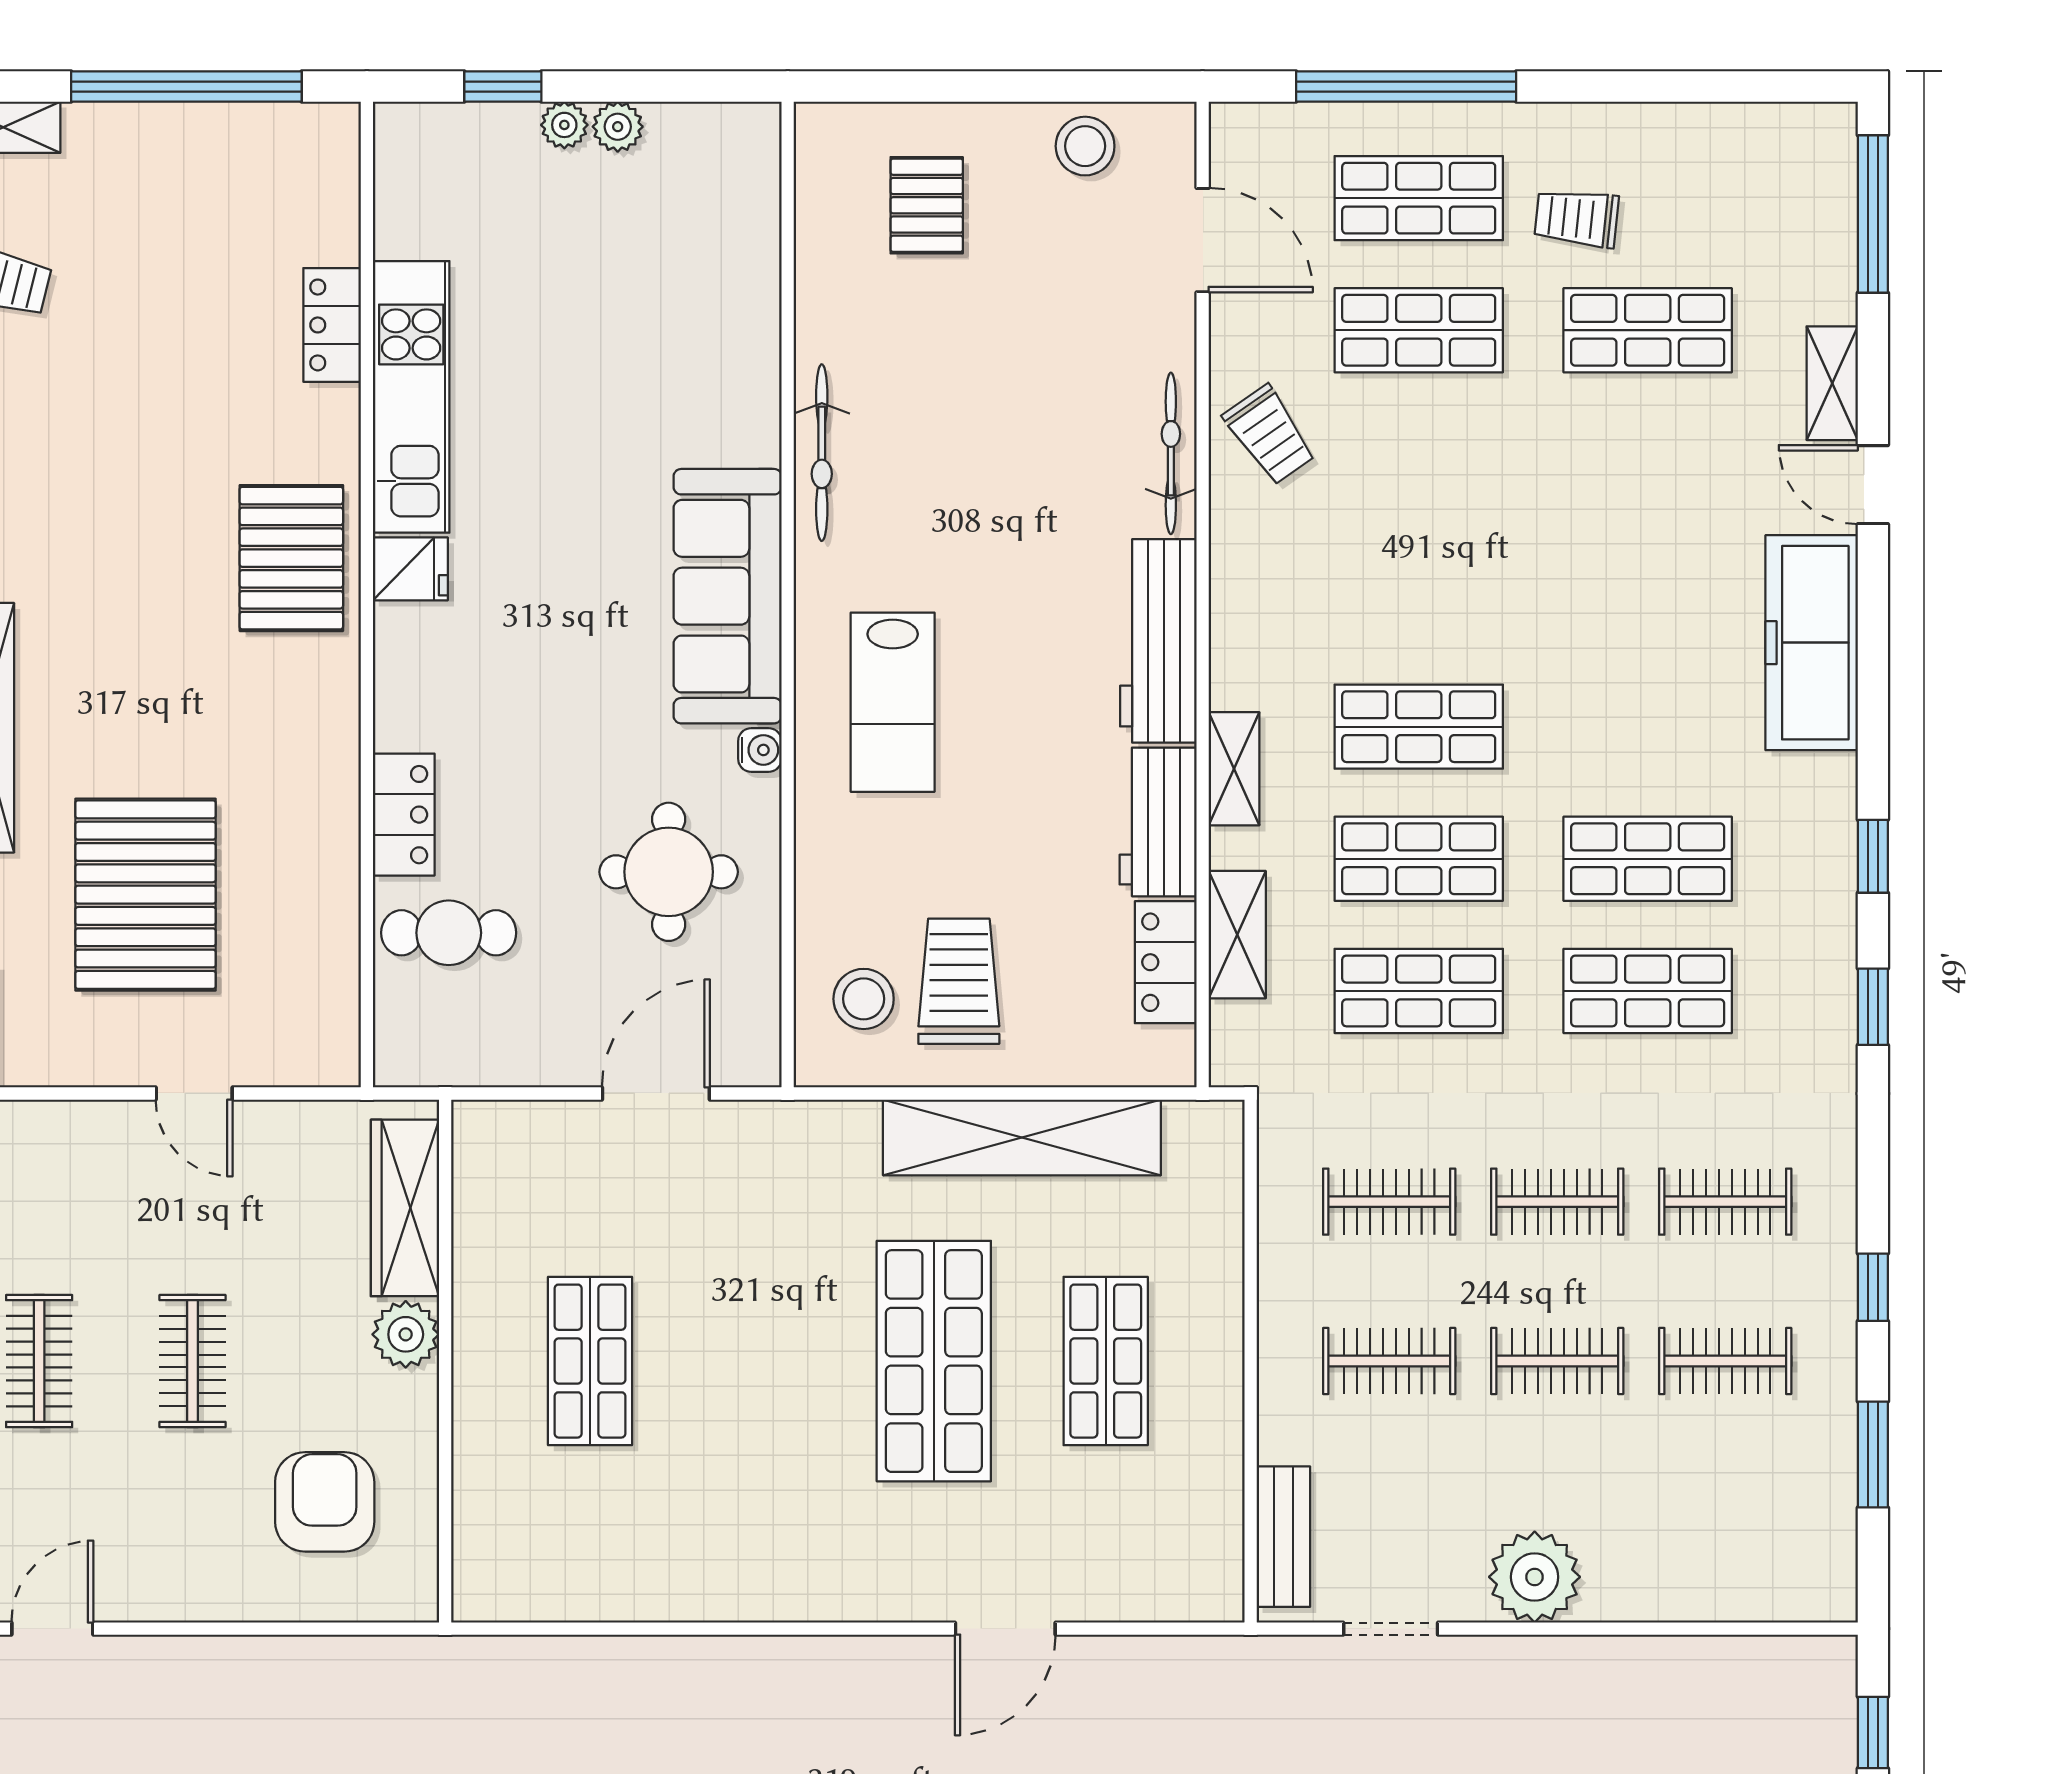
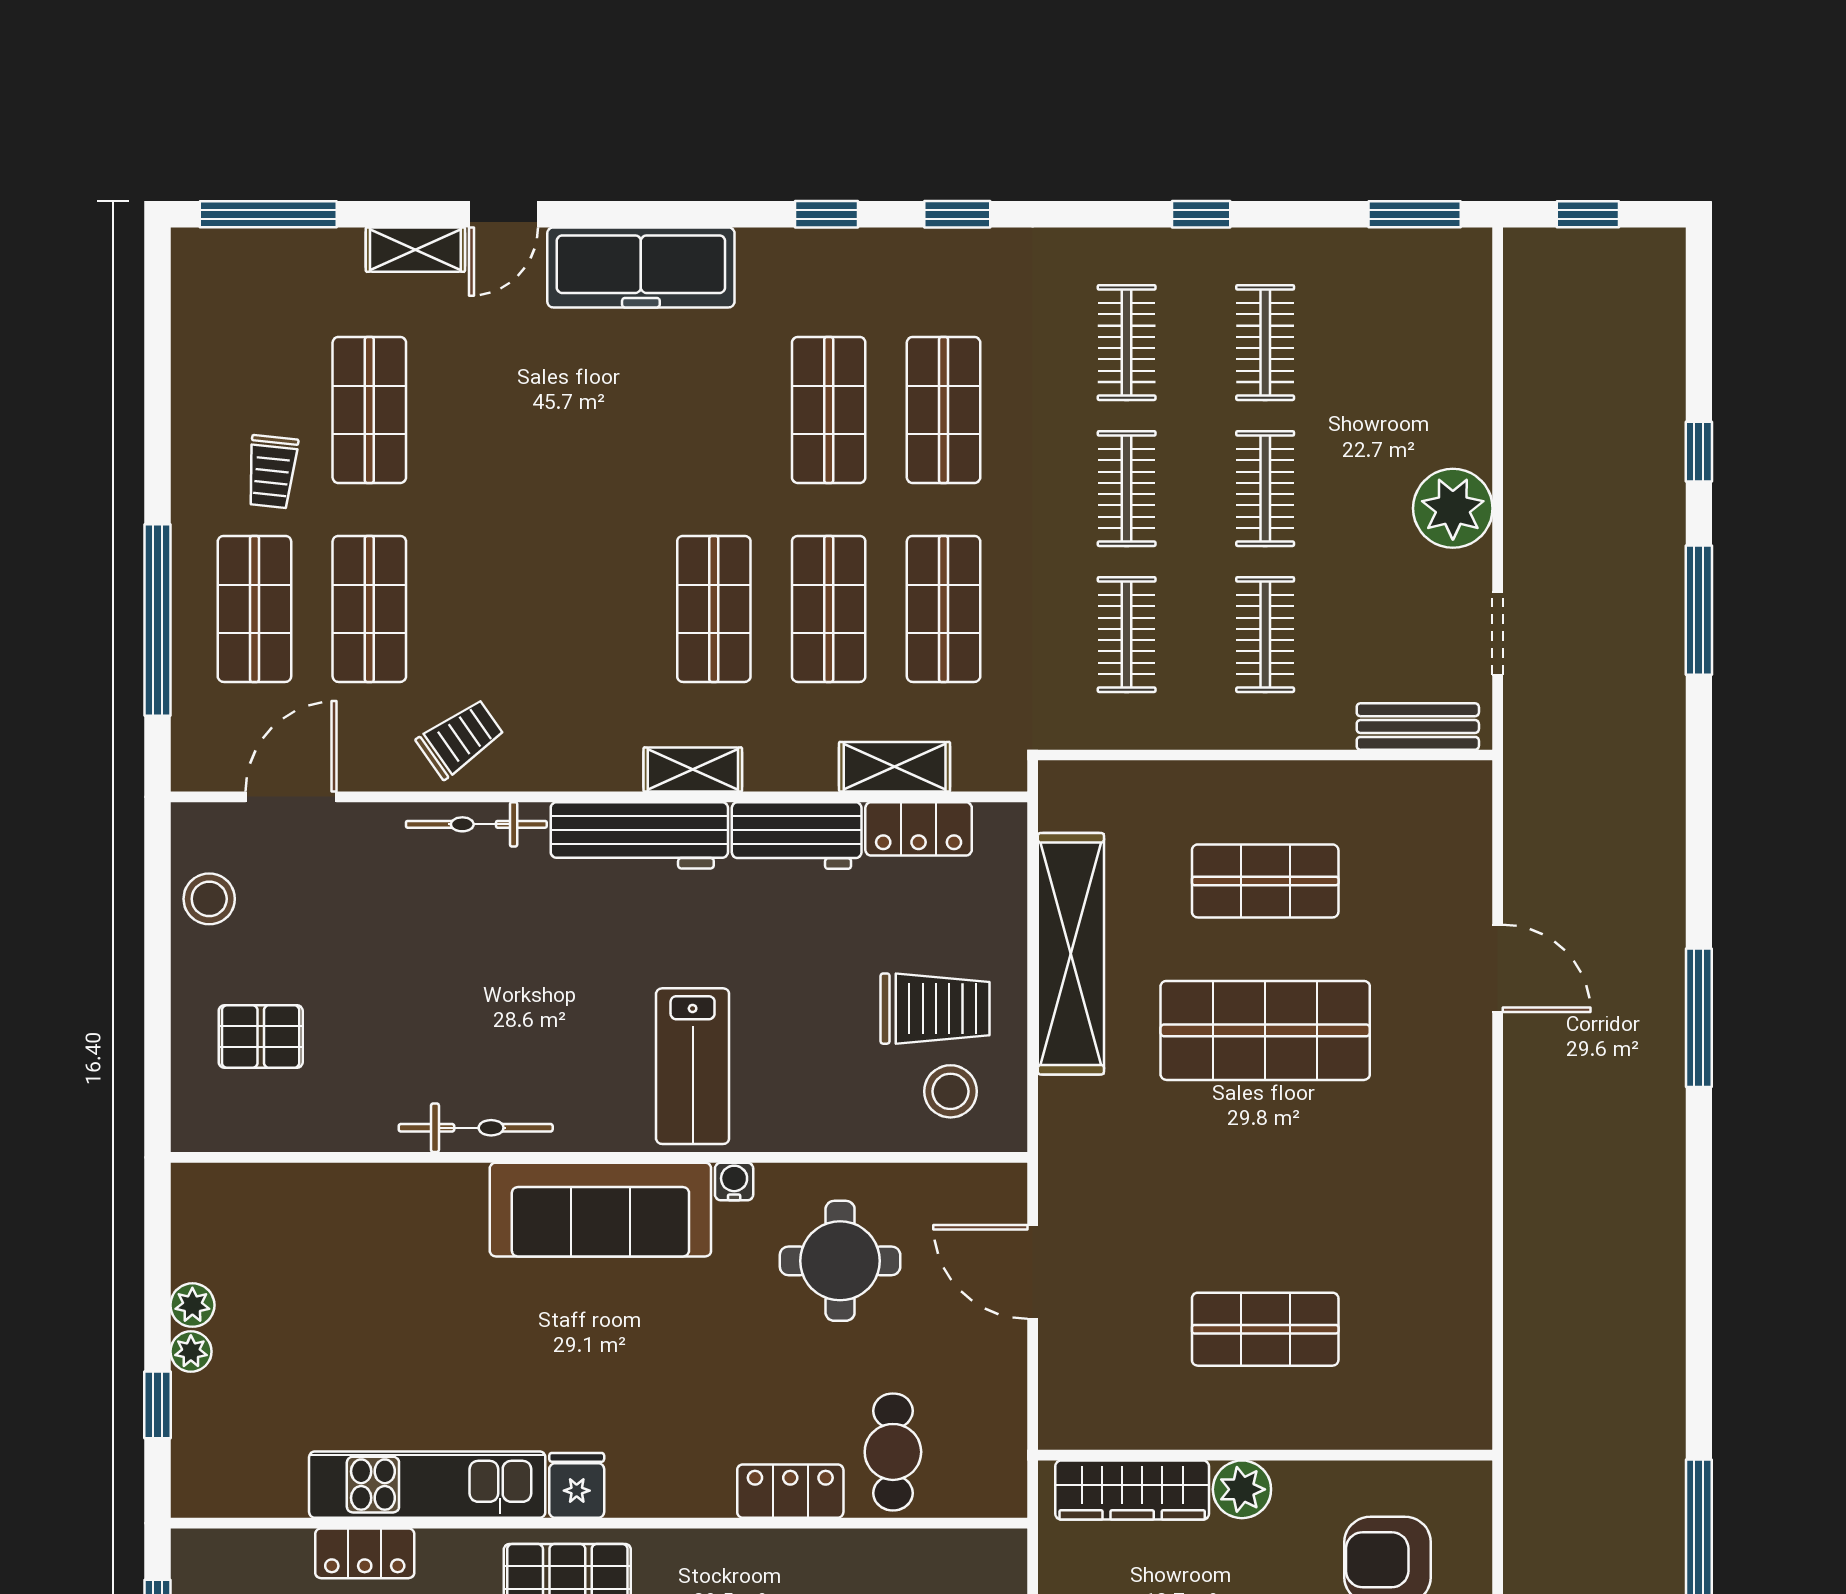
lab bench: (893, 702) -> (693, 1066), turned 90
shelving: (1234, 769) -> (693, 769), moved
trolley: (959, 981) -> (935, 1009), turned 180
window: (1873, 1454) -> (1415, 214), moved

